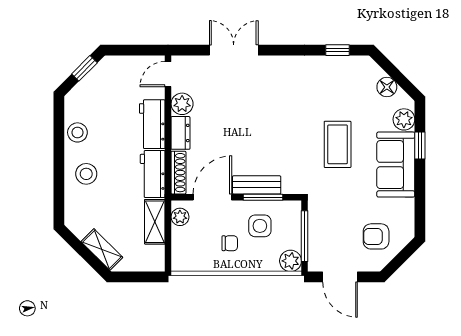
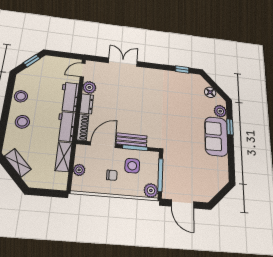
coffee table: (338, 144) -> (182, 121), removed
plant: (180, 217) -> (79, 170), moved
armchair: (376, 236) -> (205, 179), removed
shelving: (102, 249) -> (18, 163), moved

